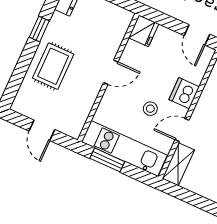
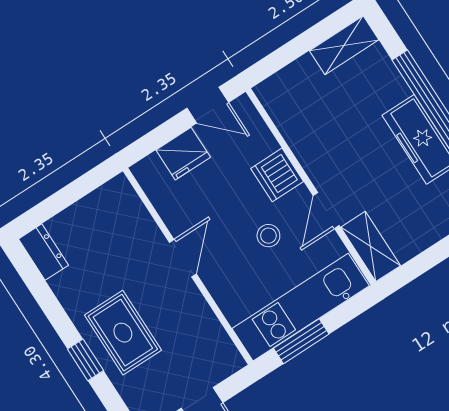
window: (39, 29) -> (85, 360), moved
fridge: (144, 31) -> (183, 154), moved, turned 90

